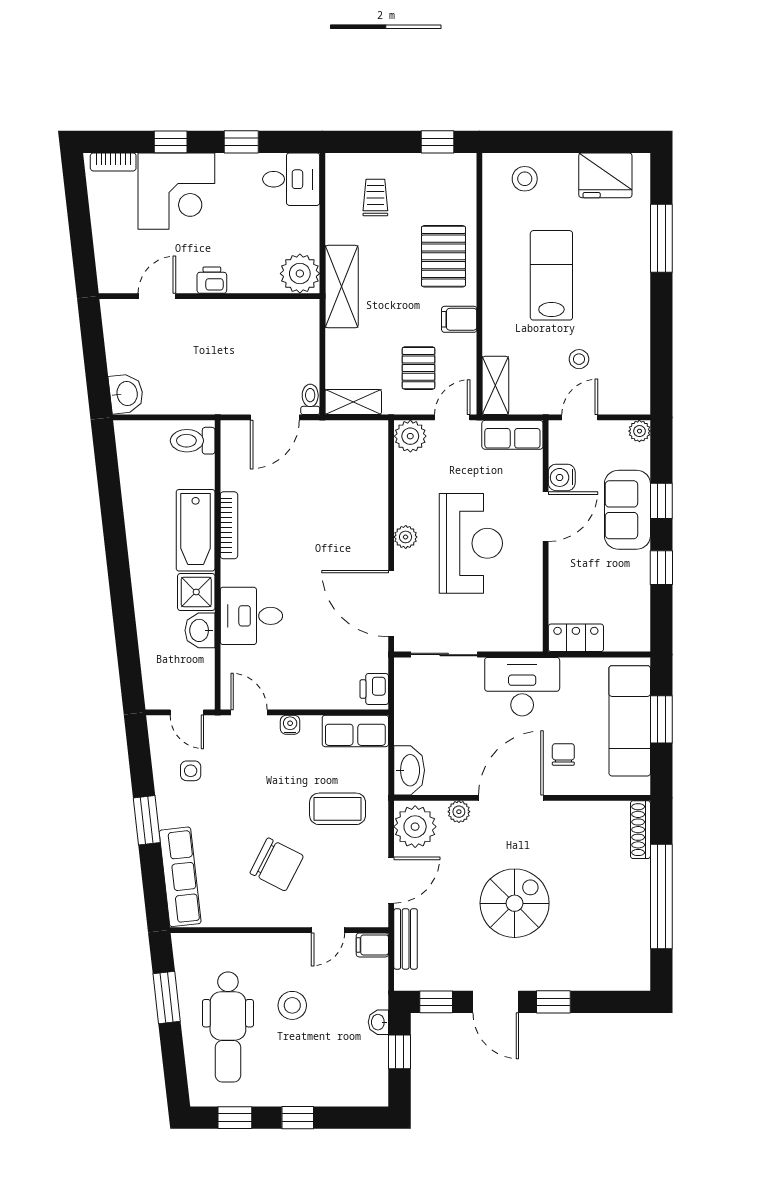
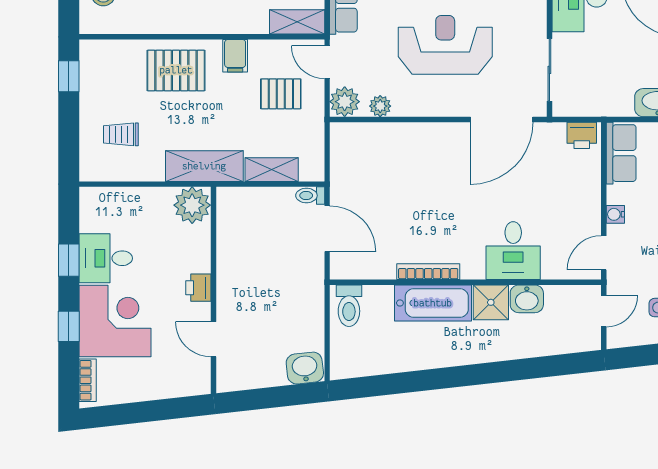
desk: (291, 179) -> (106, 258), moved, turned -90
shelving: (353, 402) -> (272, 170), moved, turned 90
plant: (406, 537) -> (380, 106), moved

